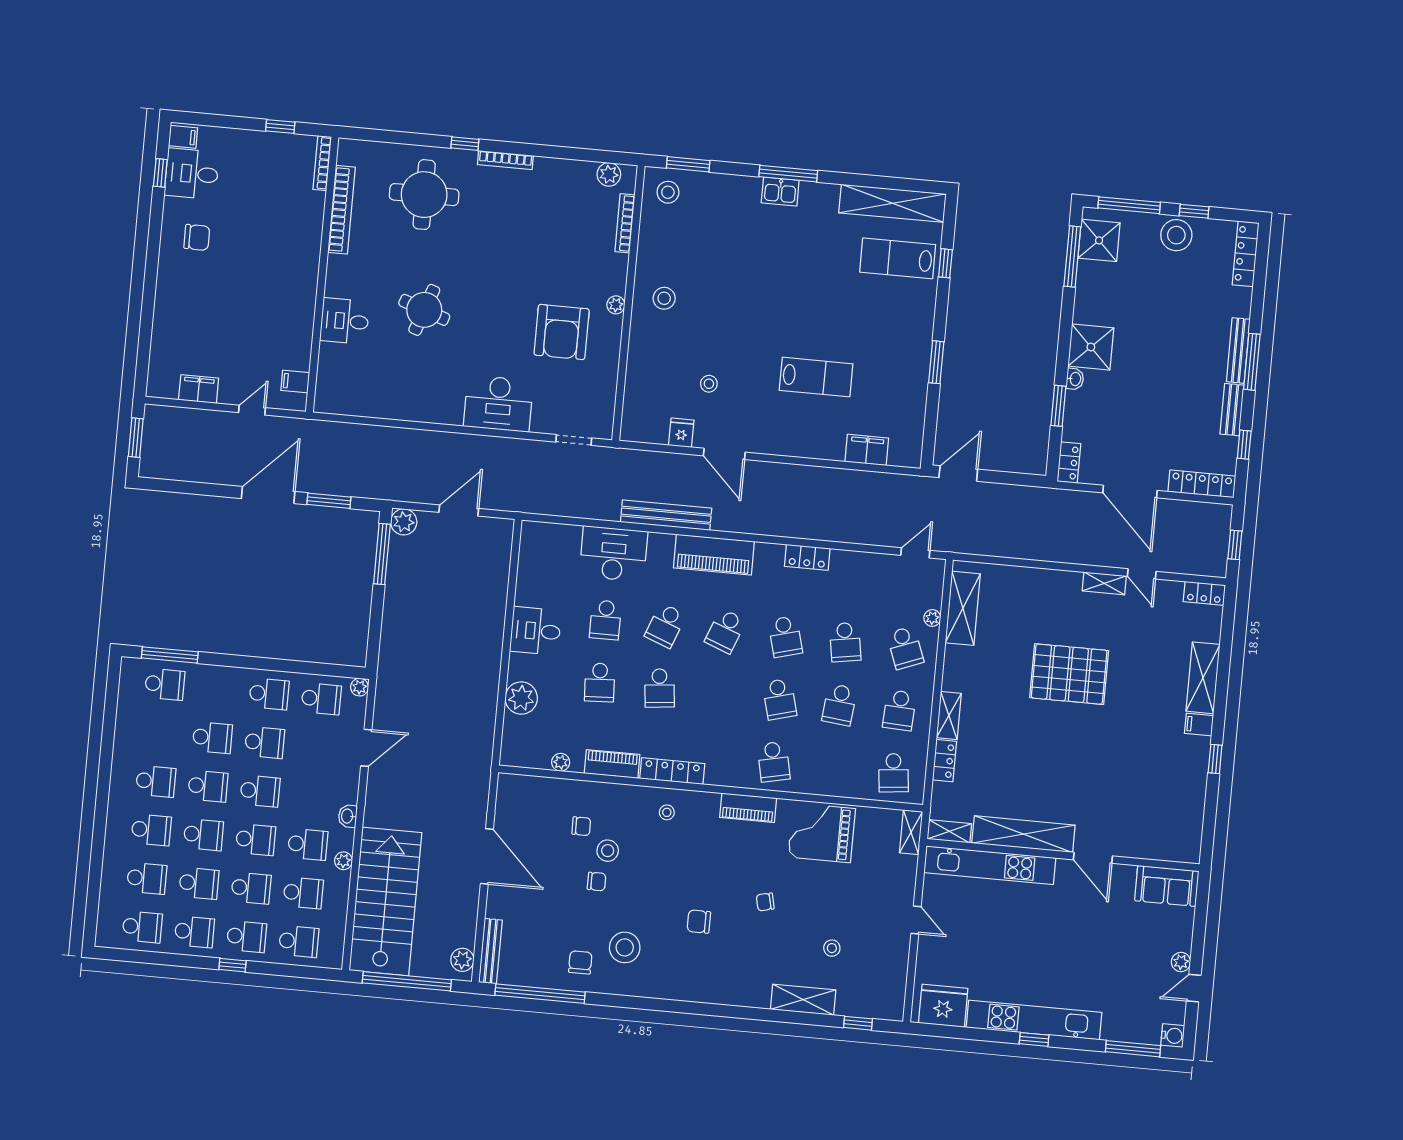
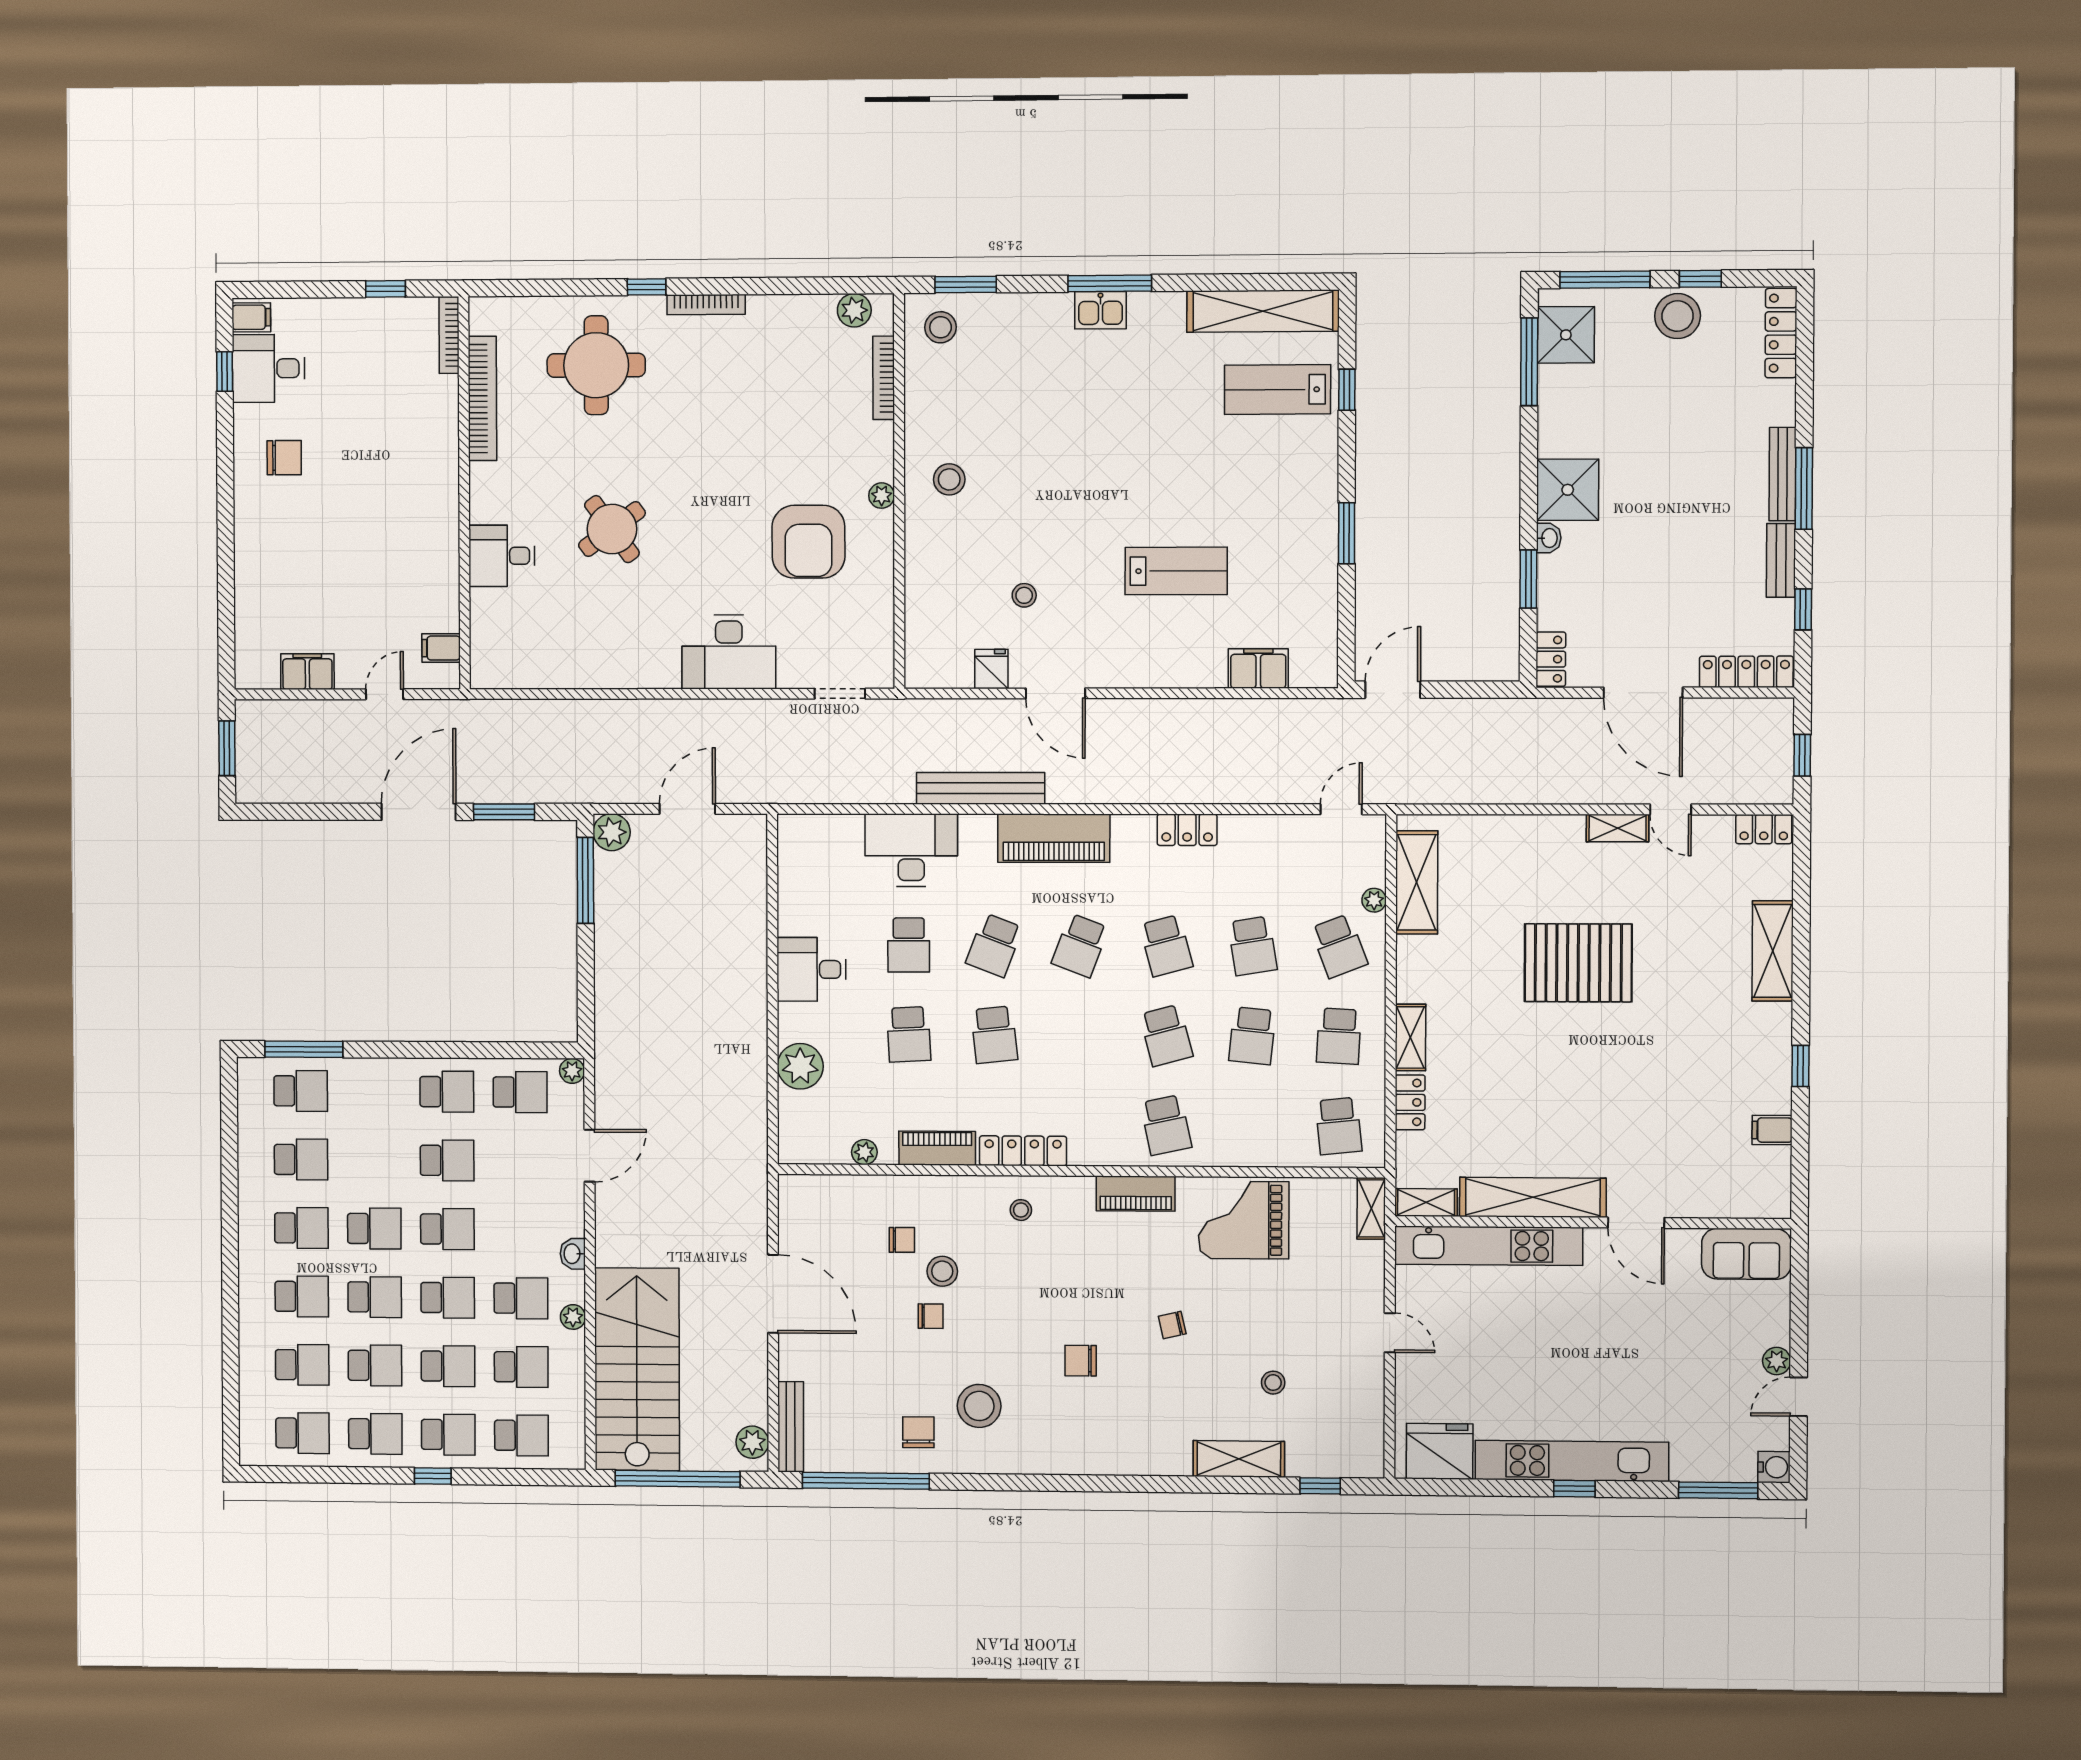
round table: (424, 310) -> (612, 529), turned 35
filing cabinet: (1199, 724) -> (1772, 1130), moved
school desk: (212, 738) -> (301, 1160), moved

